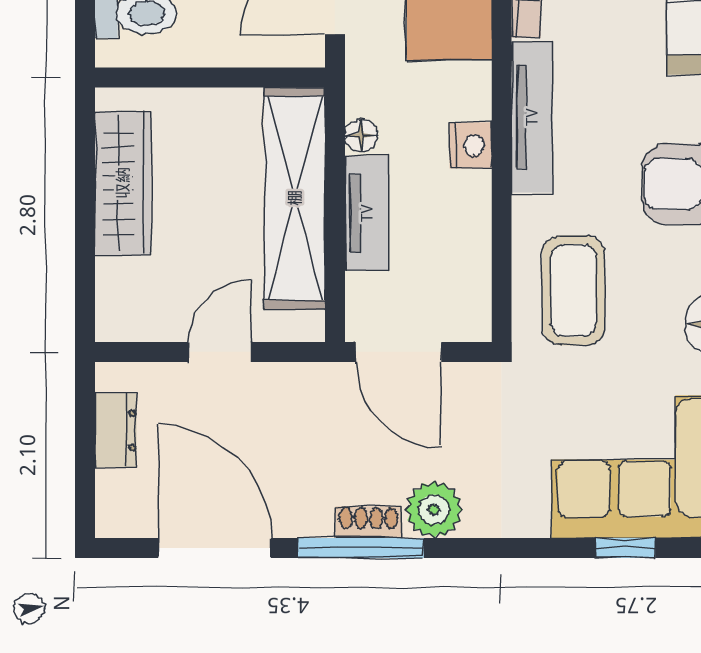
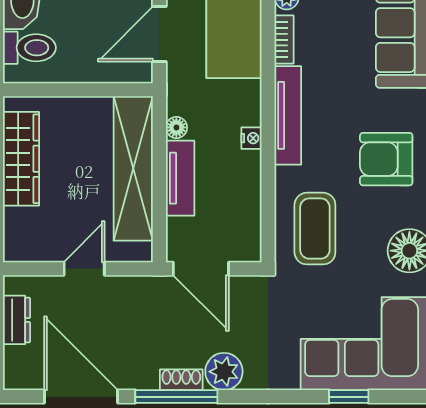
nightstand: (471, 145) -> (252, 138), width x0.72, depth x0.74

